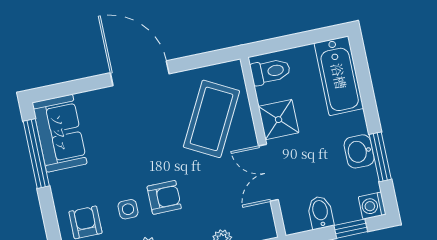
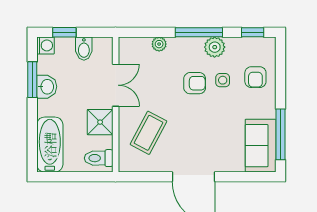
coffee table: (211, 119) -> (149, 133), width x0.73, depth x0.76
armchair: (164, 197) -> (195, 83), turned 180

